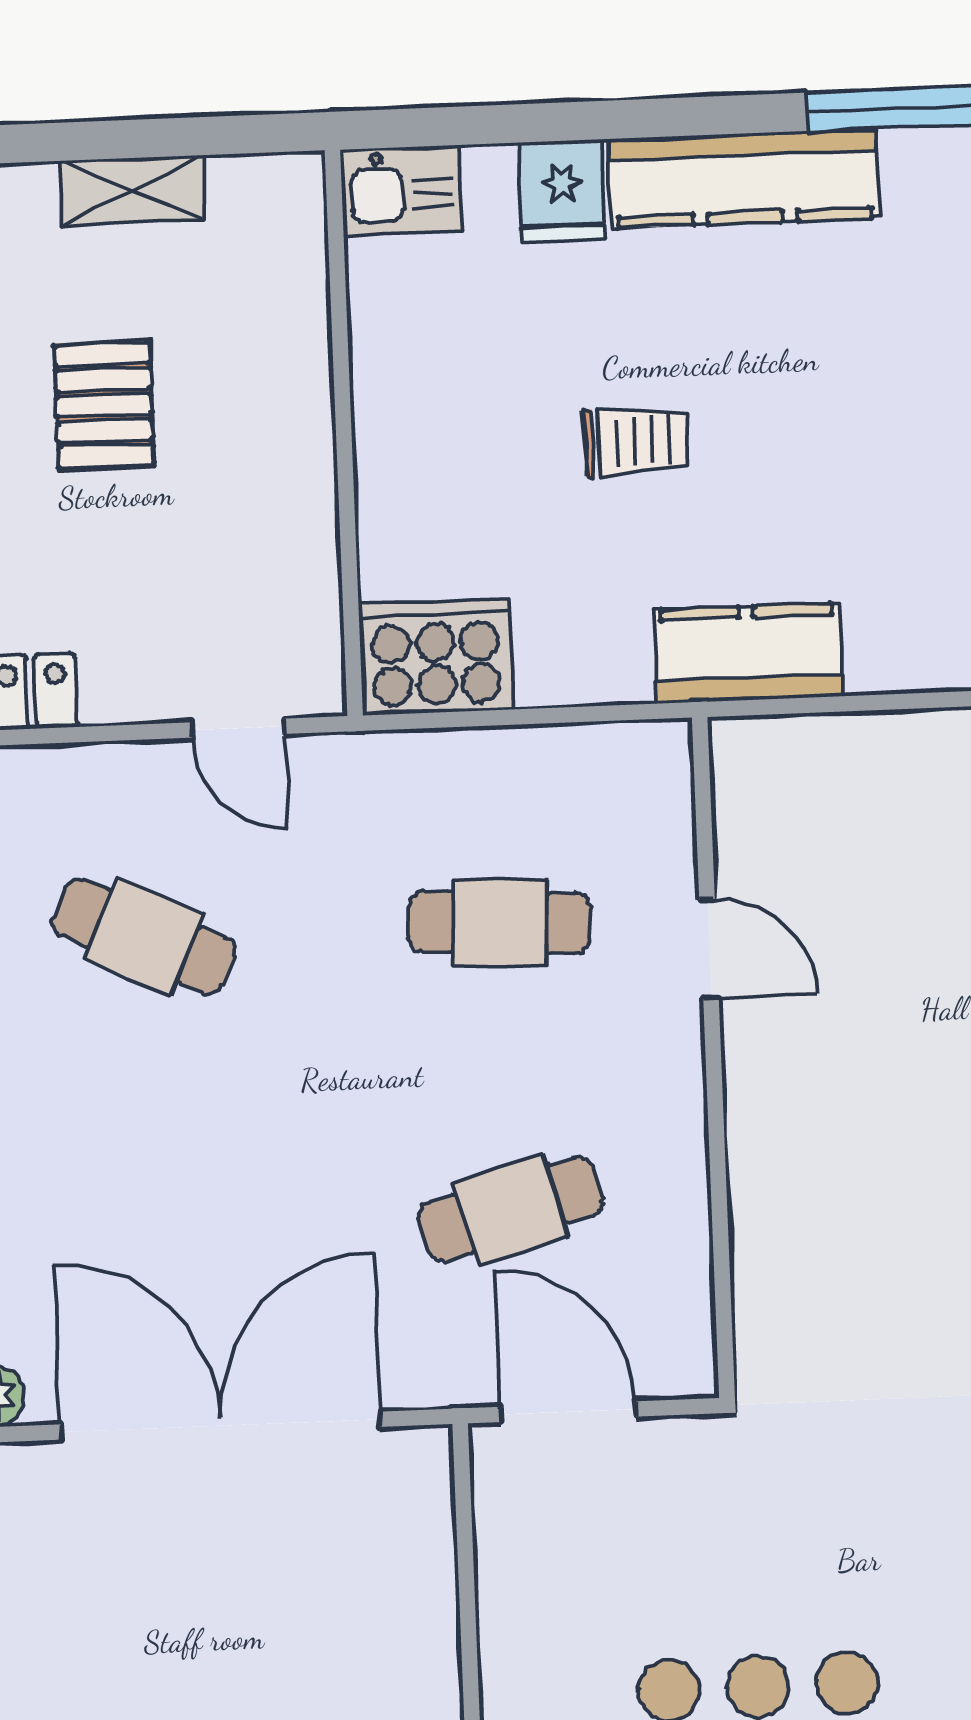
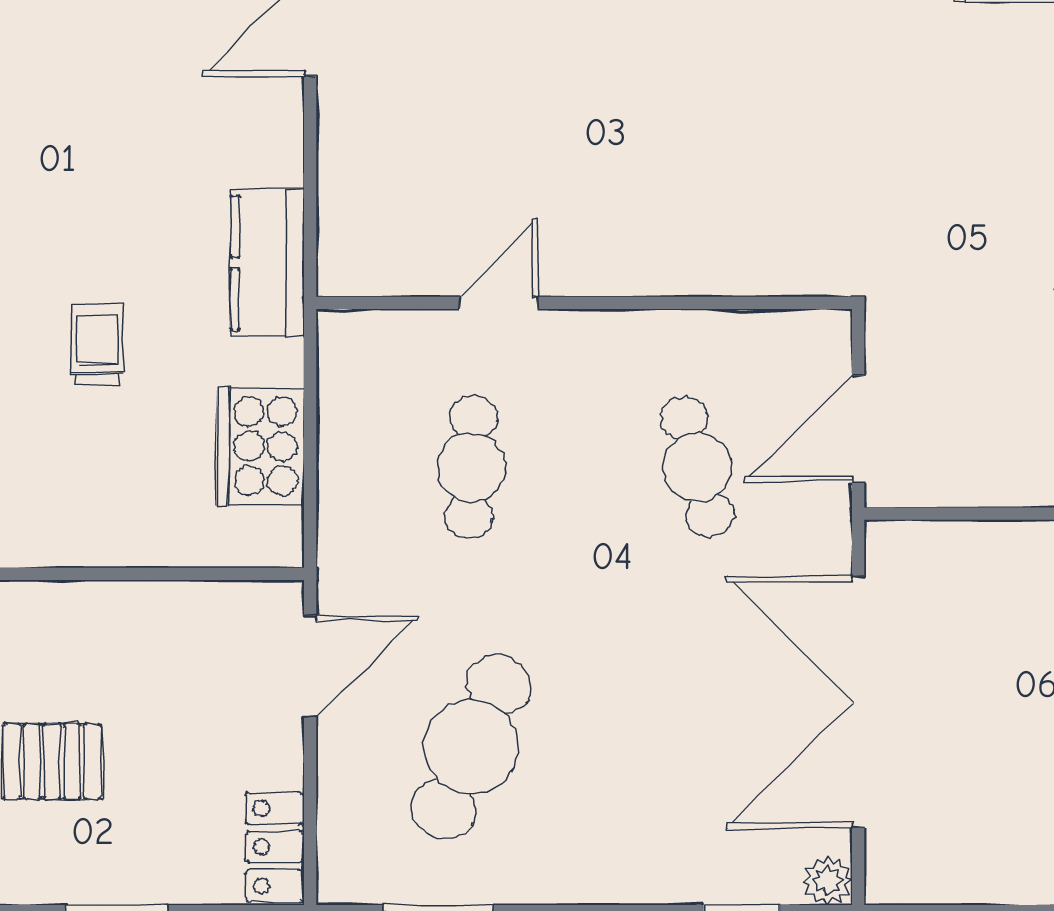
cooker: (436, 657) -> (260, 446), moved
door: (238, 728) -> (310, 666), width x1.38
cafe table: (144, 936) -> (471, 747), width x1.37, depth x1.35

